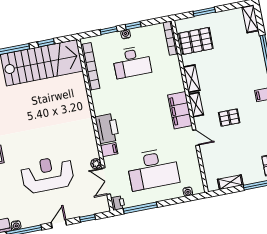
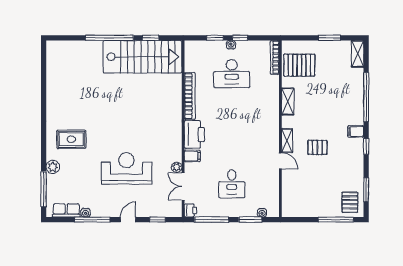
window: (204, 12) -> (330, 38), moved
bookcase: (90, 66) -> (190, 96), moved
shelving: (196, 105) -> (287, 141), moved
filing cabinet: (180, 110) -> (270, 131), removed
desk: (153, 169) -> (232, 184), width x0.53, depth x0.77
shelving: (230, 182) -> (306, 212), removed
window: (178, 201) -> (250, 220), added

